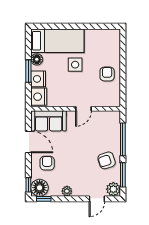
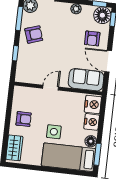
wardrobe: (113, 44) -> (14, 148), added
window: (28, 71) -> (98, 154), moved
armchair: (107, 74) -> (24, 119), turned -90
window: (123, 139) -> (15, 53), width x0.46

